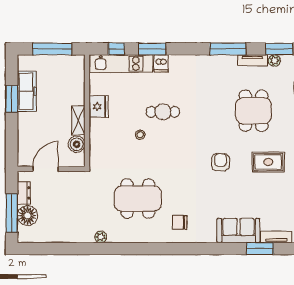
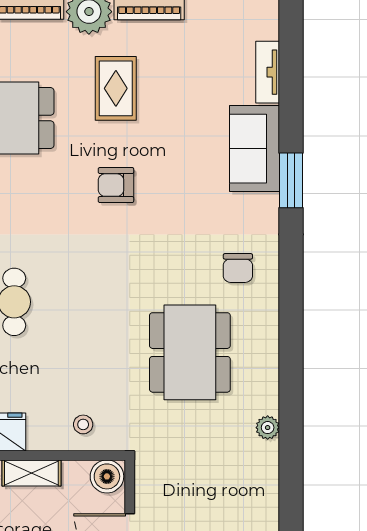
stool: (140, 135) -> (83, 424), moved
boiler: (77, 144) -> (107, 476), moved
window: (260, 249) -> (291, 180), moved

